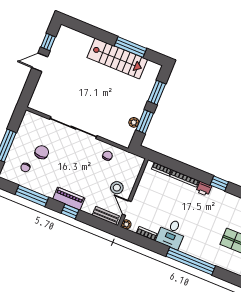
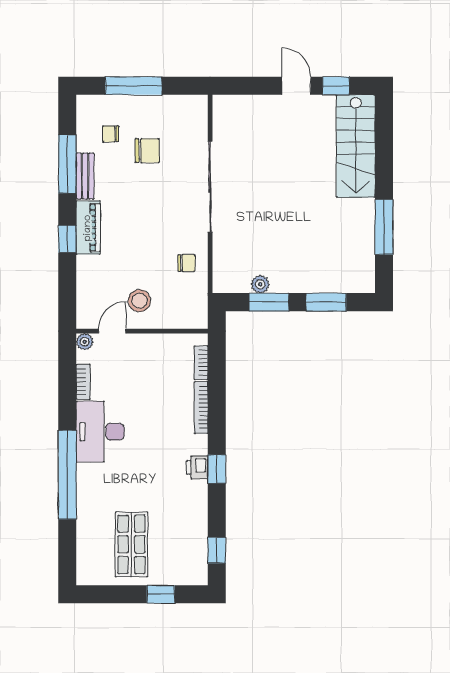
stairs: (117, 59) -> (356, 146), moved
printer: (204, 189) -> (197, 467), moved
bench: (106, 216) -> (85, 176), moved
desk: (171, 233) -> (100, 432), width x1.37

